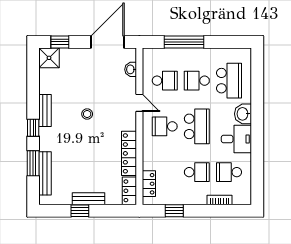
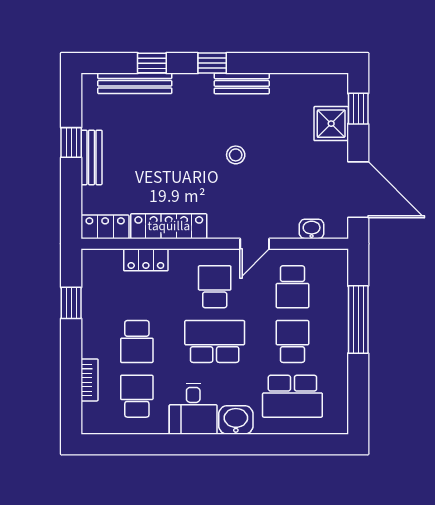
shower: (49, 58) -> (331, 124), moved
school desk: (197, 126) -> (215, 341), turned 180
window: (33, 163) -> (152, 63), width x0.67
locker: (149, 184) -> (146, 260), moved

